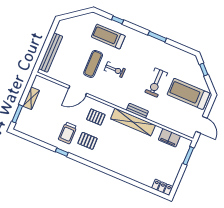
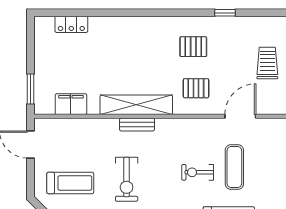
exercise bike: (156, 83) -> (127, 179), turned 180
treadmill: (188, 94) -> (70, 183), width x0.73, depth x0.73
trolley: (68, 133) -> (267, 63), moved
locker: (162, 187) -> (71, 24), moved

